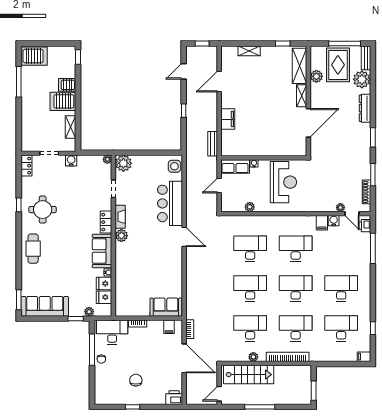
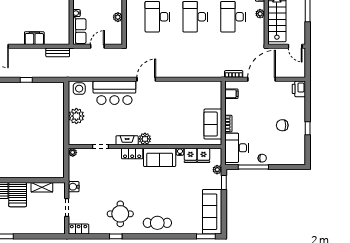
plant: (123, 163) -> (76, 116), moved
door: (219, 185) -> (97, 46), swing flipped
sofa: (166, 307) -> (213, 124), moved

